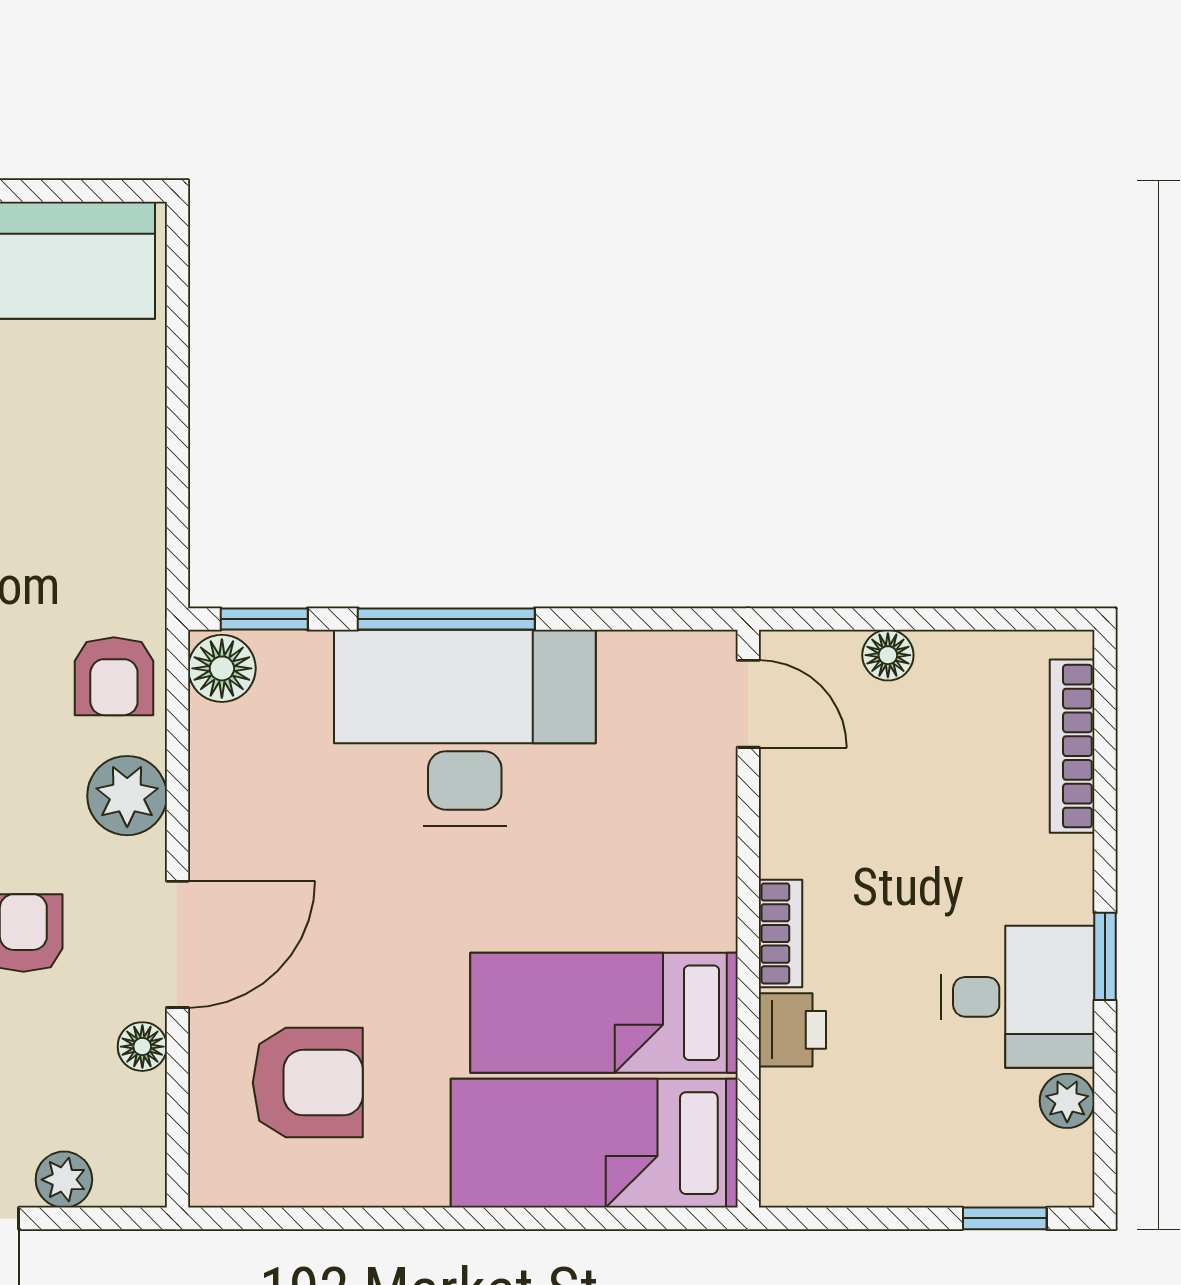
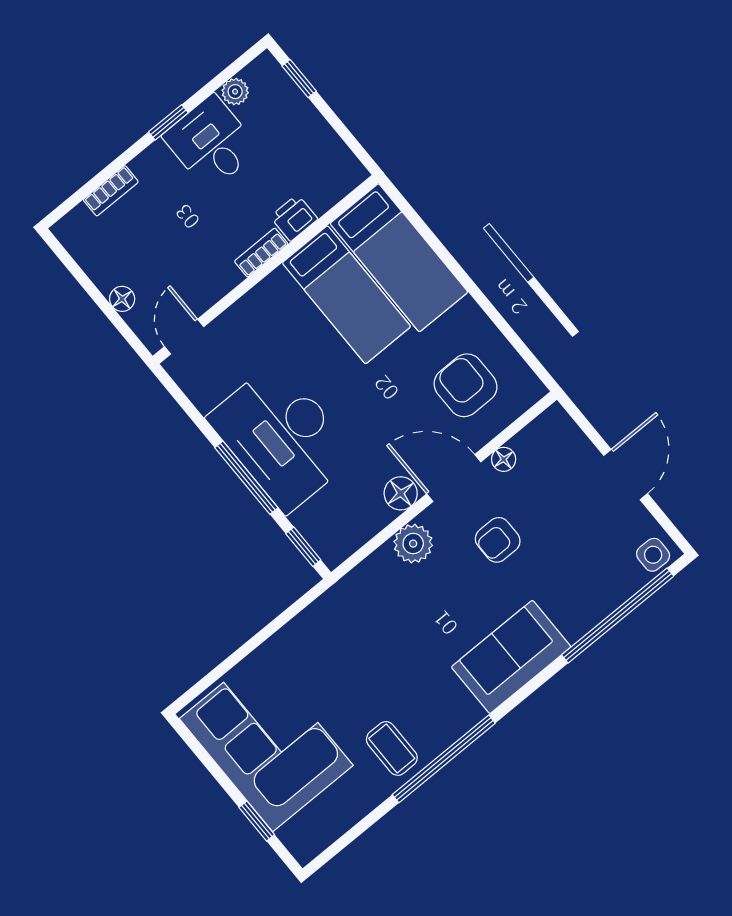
floor lamp: (222, 668) -> (401, 493), moved
armchair: (114, 676) -> (372, 586), removed
bookcase: (1072, 746) -> (111, 191), width x0.64
plant: (64, 1180) -> (579, 447), removed

